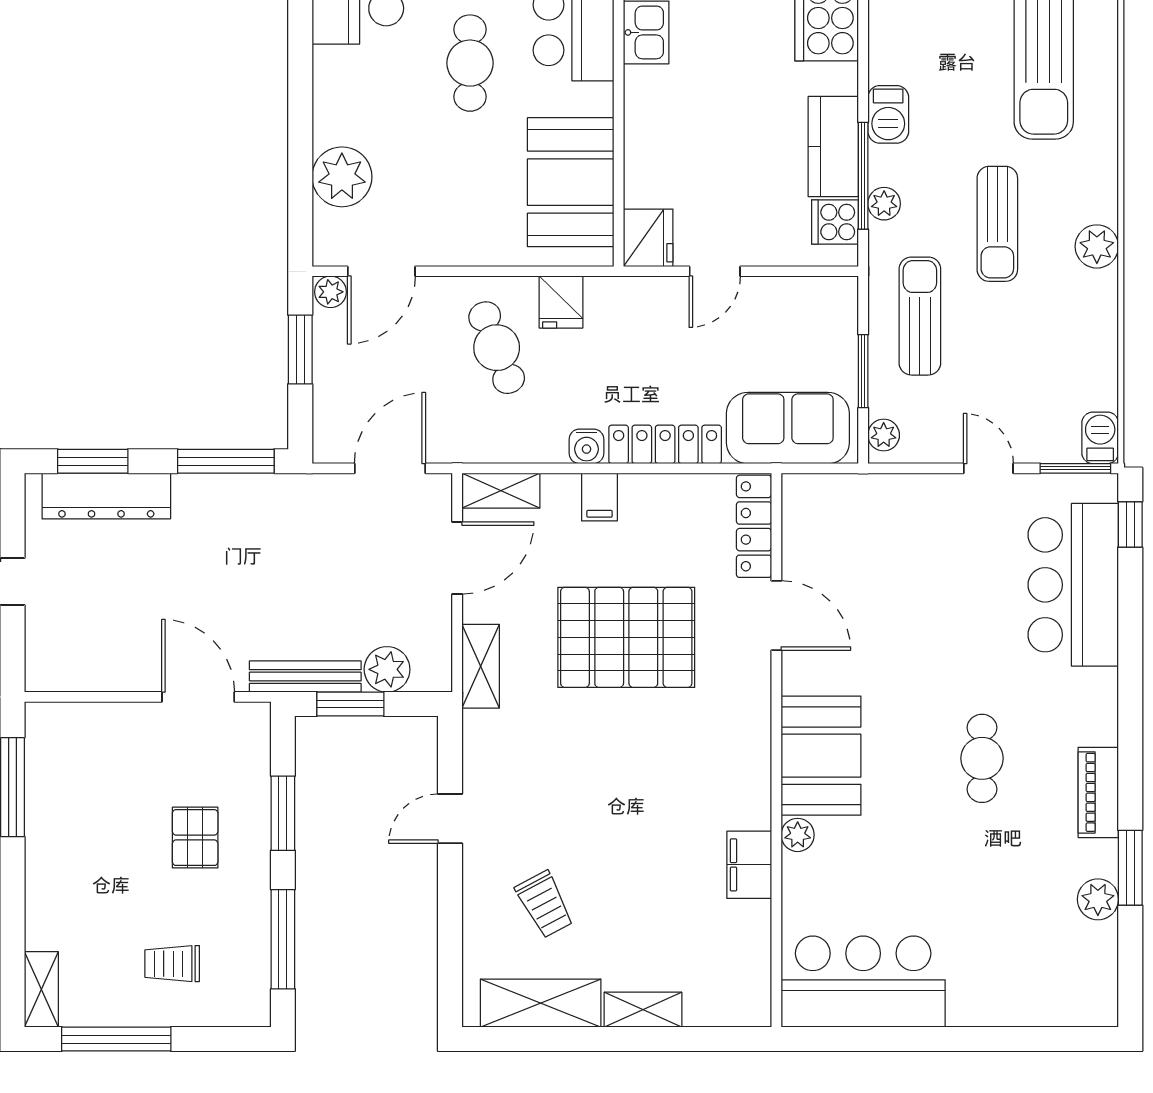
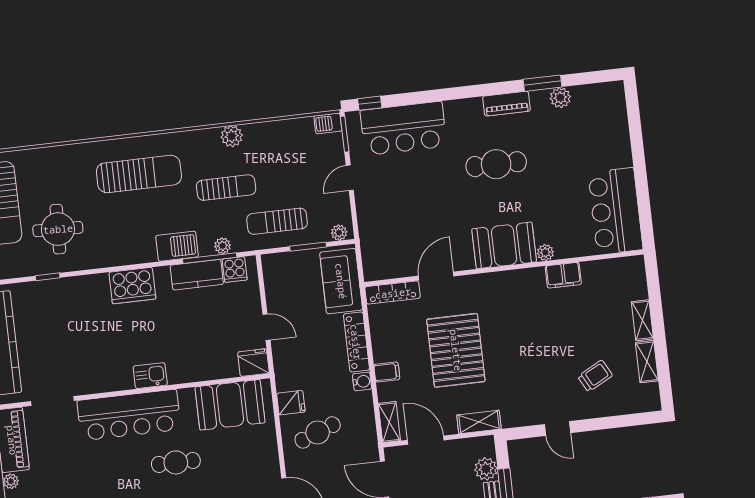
barbecue: (888, 114) -> (177, 246), width x1.38, depth x1.27
cafe table: (982, 758) -> (496, 164), width x1.37, depth x1.35
shelving: (541, 1003) -> (647, 362), width x0.67, depth x0.75

